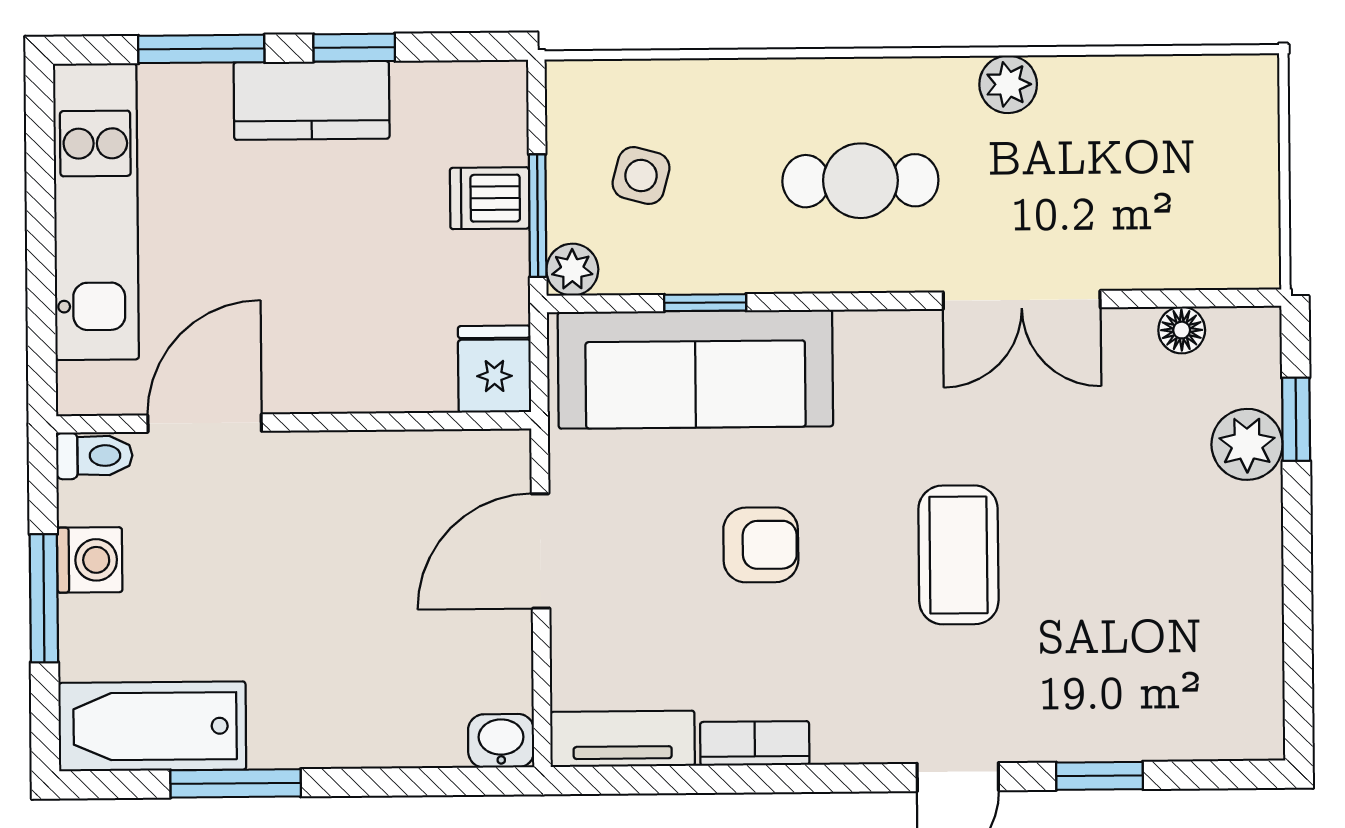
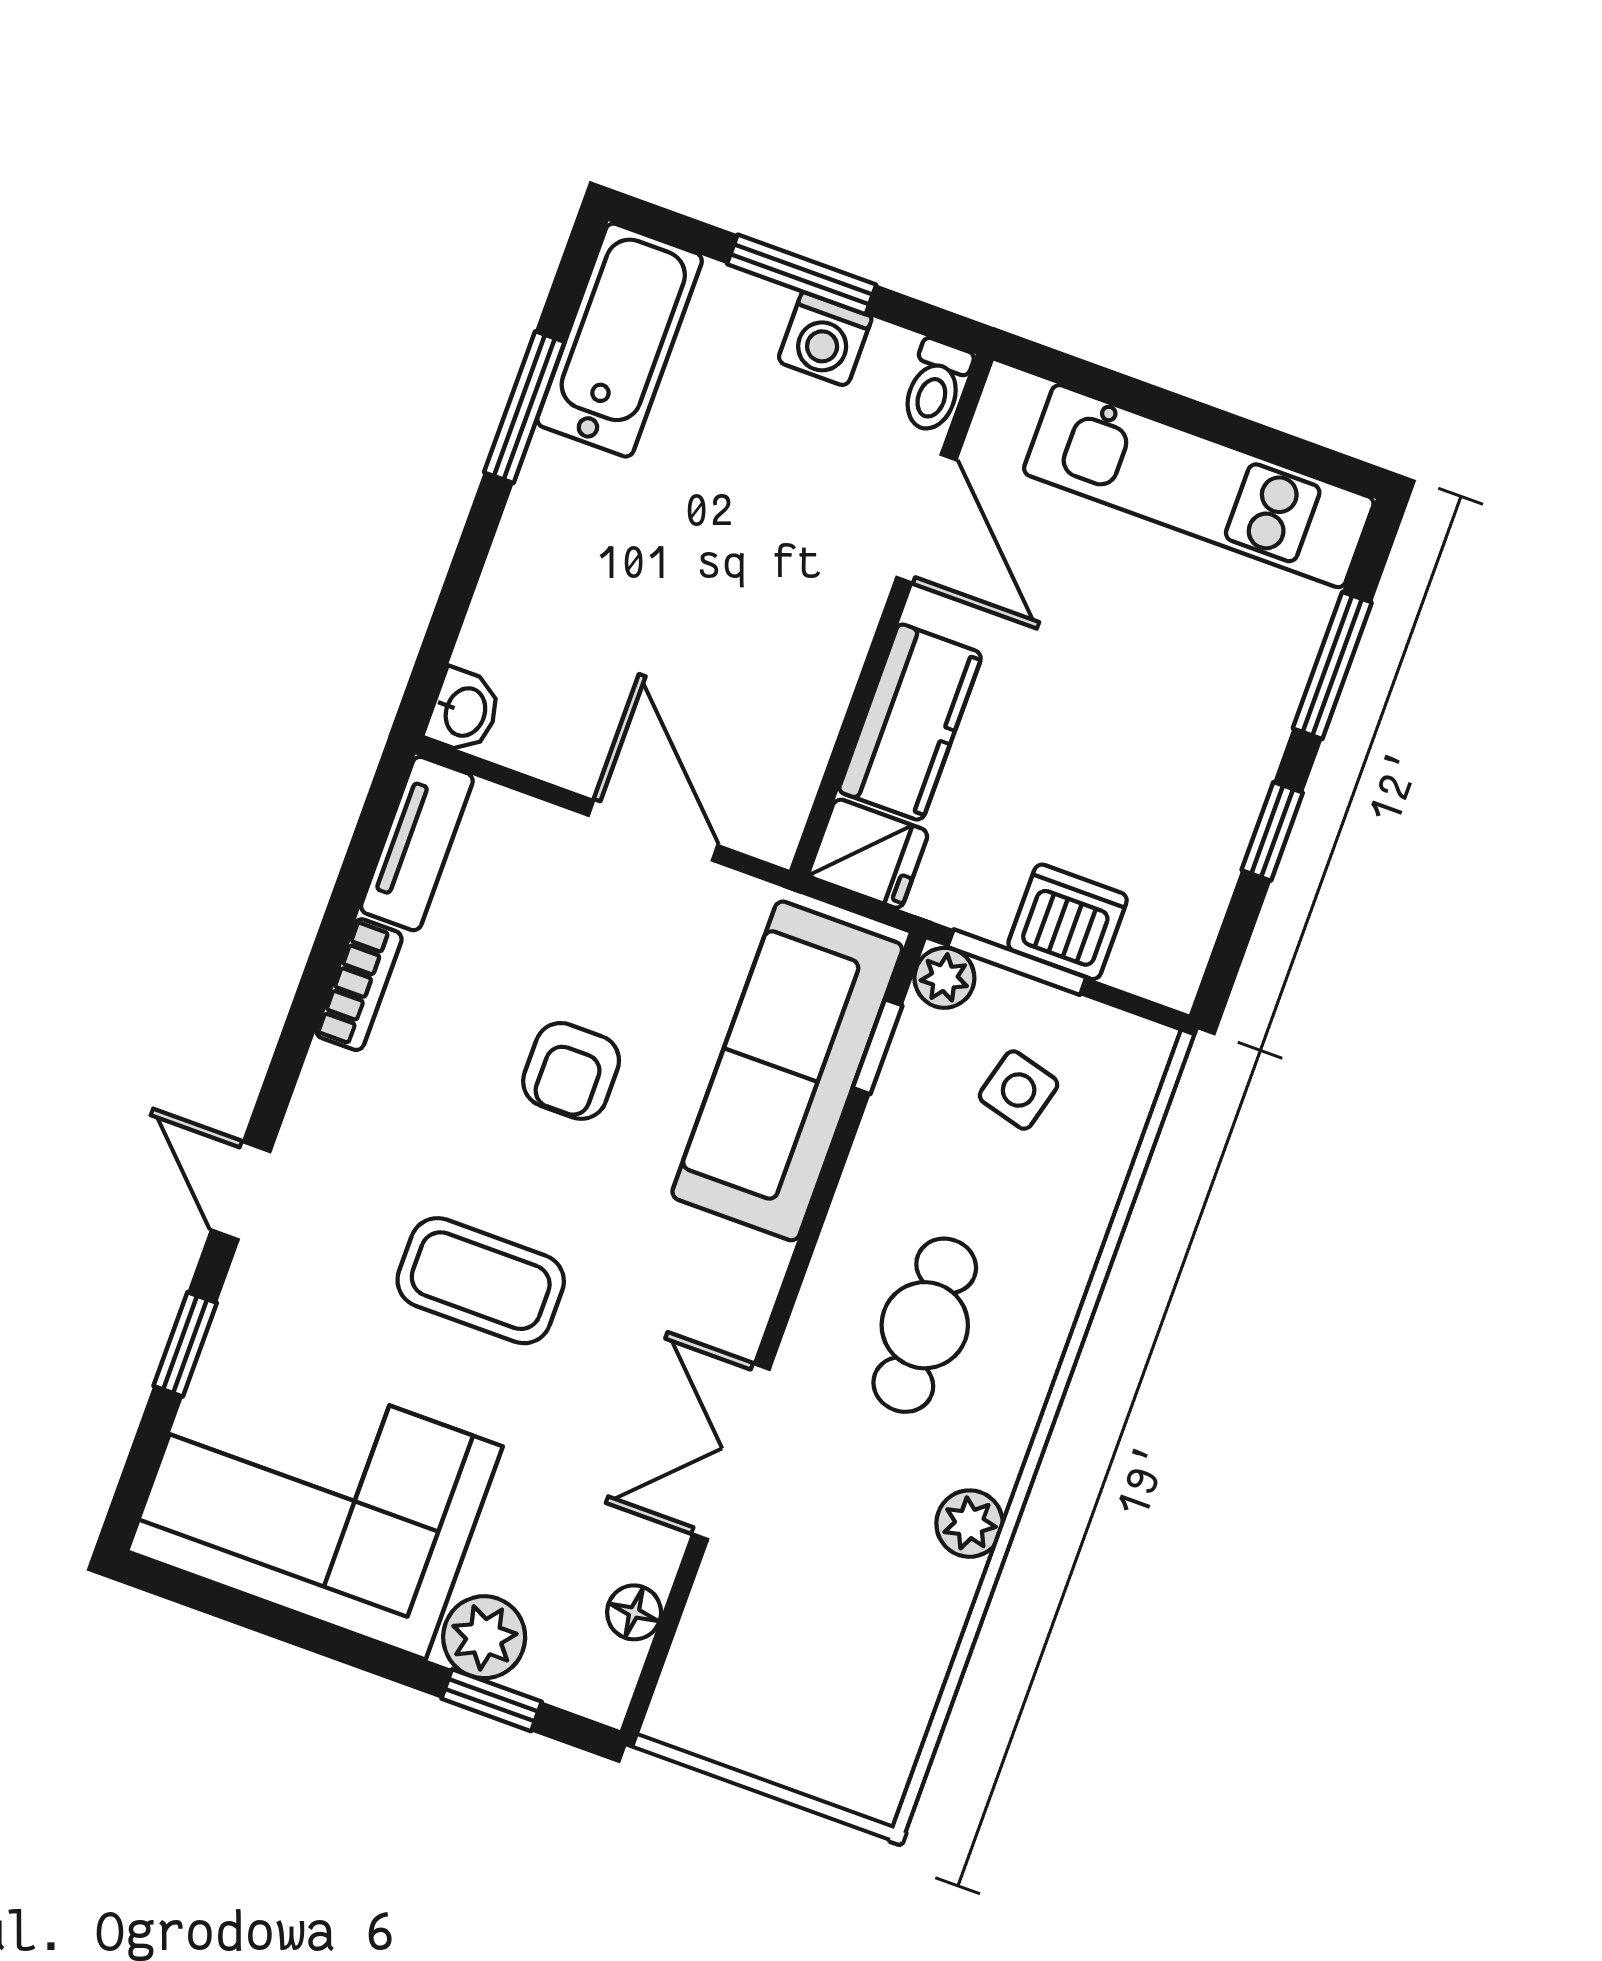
kitchen counter: (312, 100) -> (910, 722), moved, turned 180
dishwasher: (490, 198) -> (1068, 922), width x1.38
window: (705, 303) -> (878, 1047), moved
corner sofa: (1186, 624) -> (315, 1499), added

